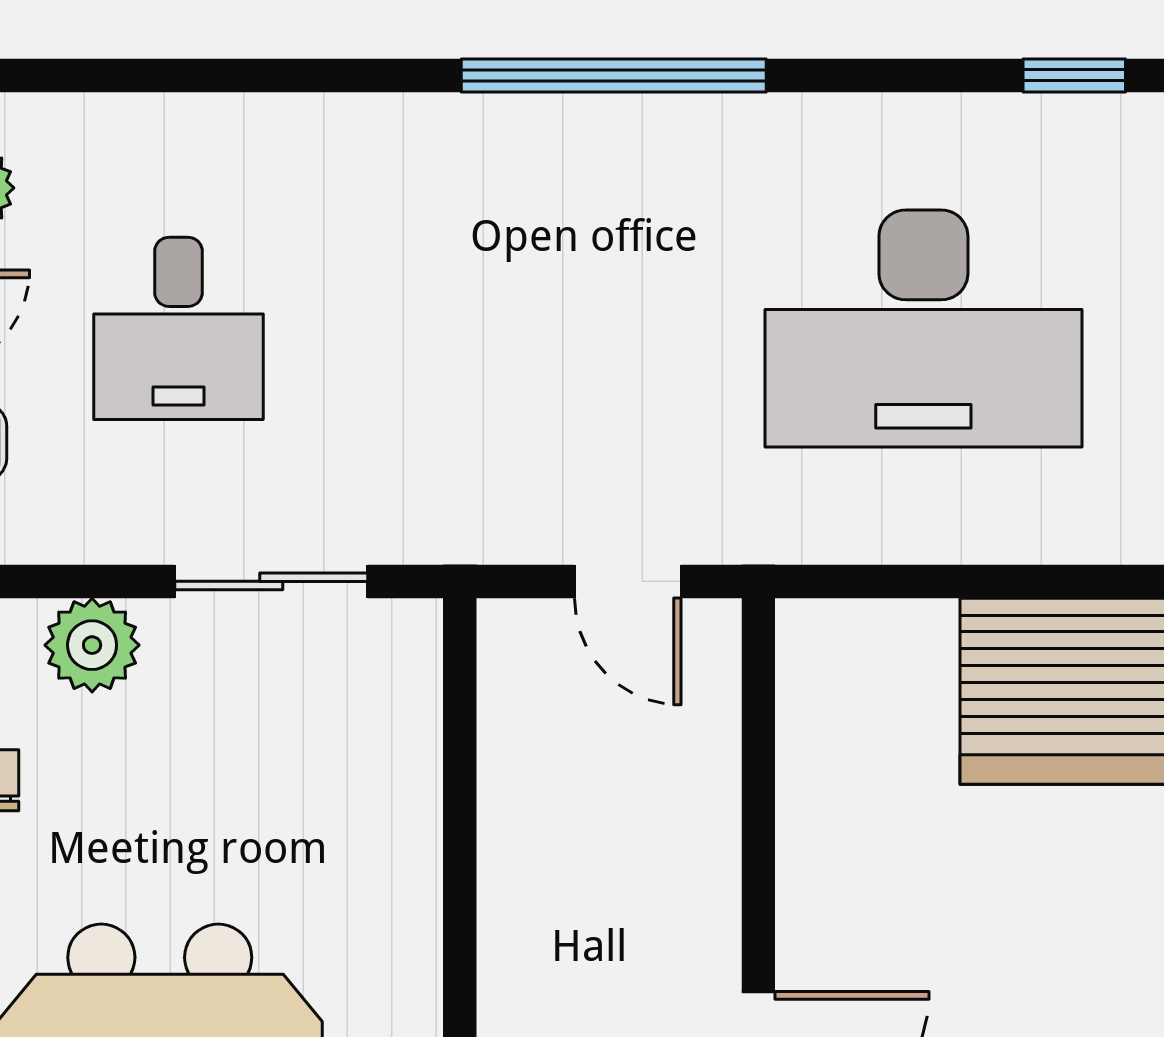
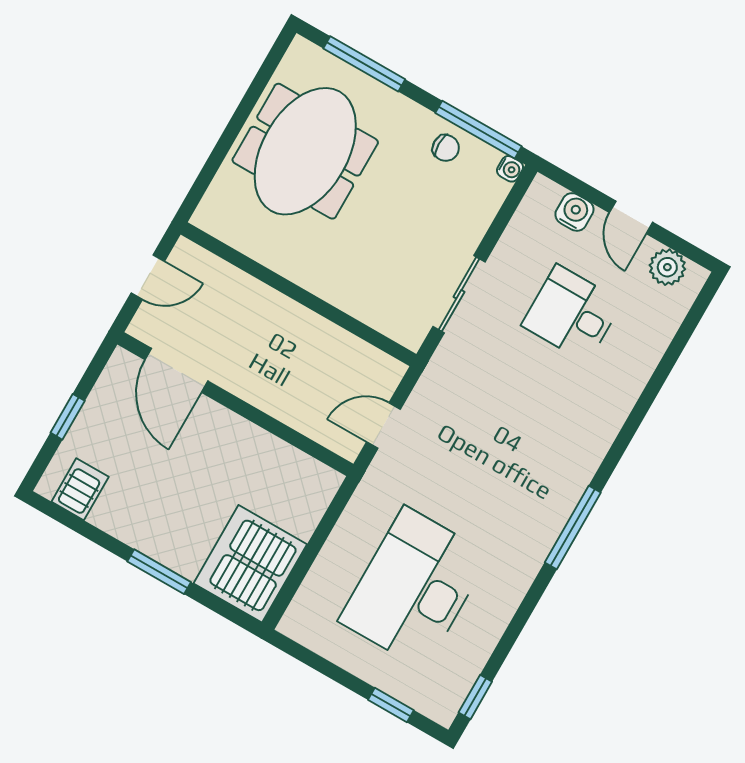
window: (614, 75) -> (573, 527), width x0.68
plant: (92, 645) -> (474, 215), removed

